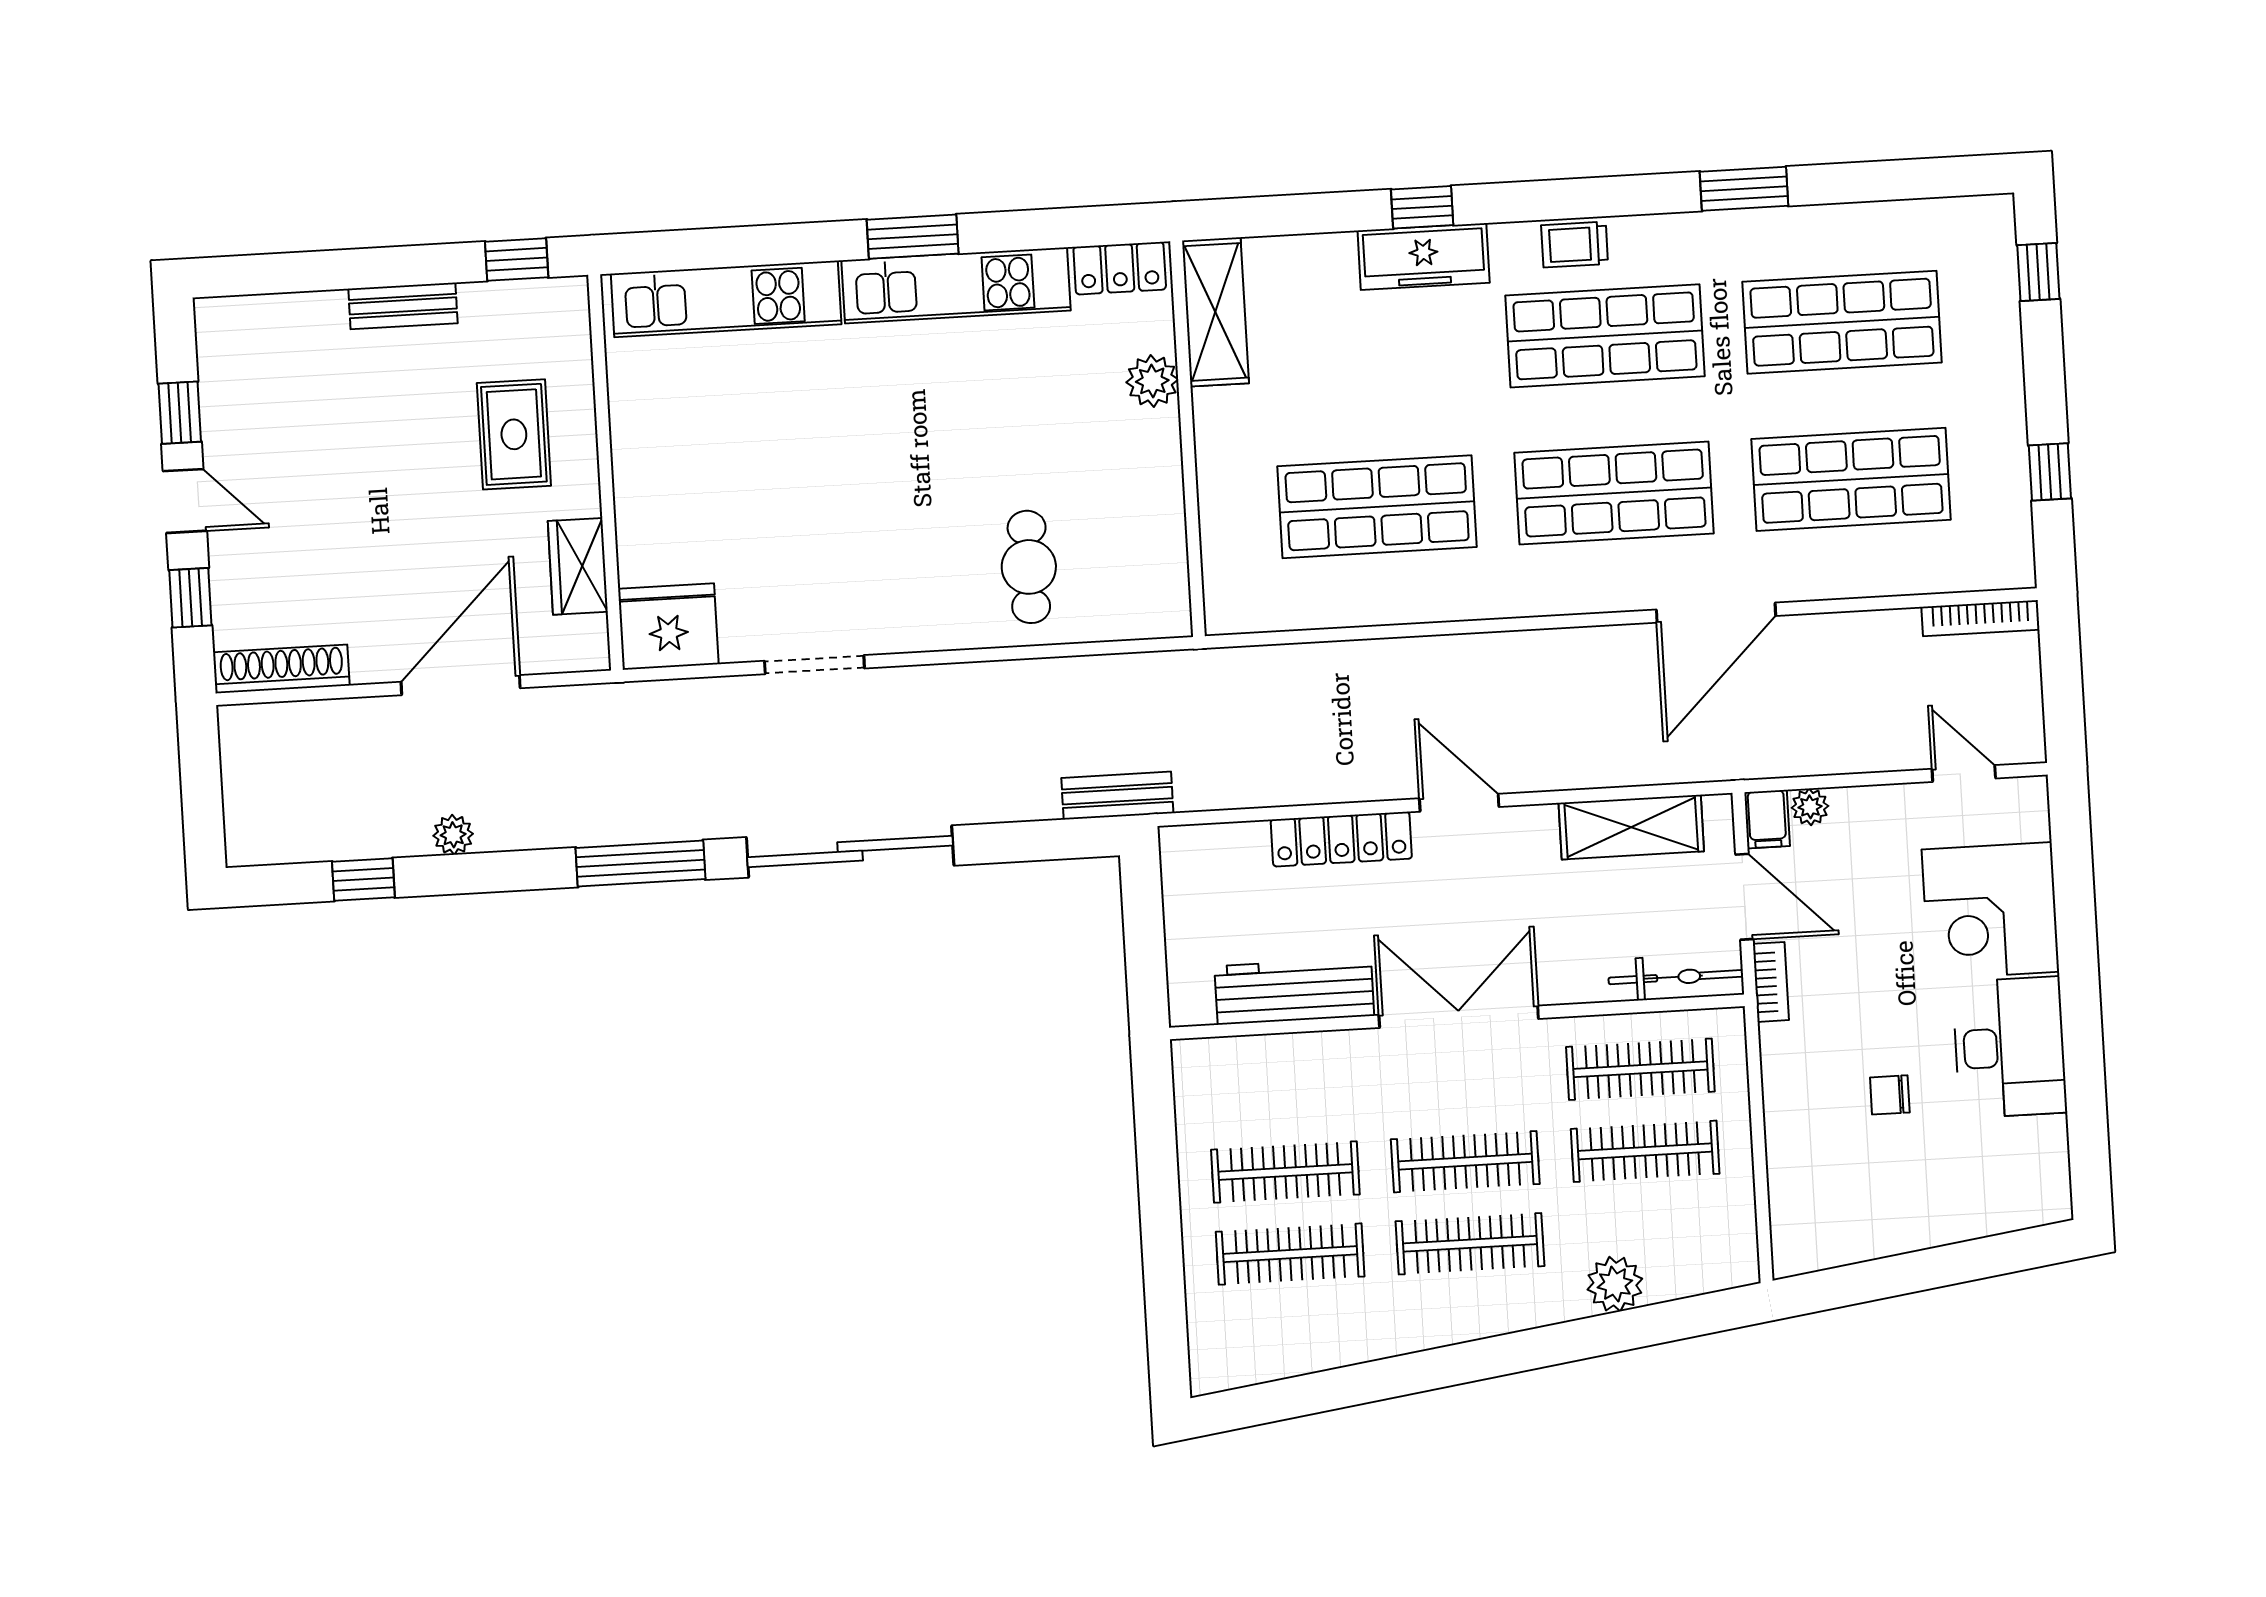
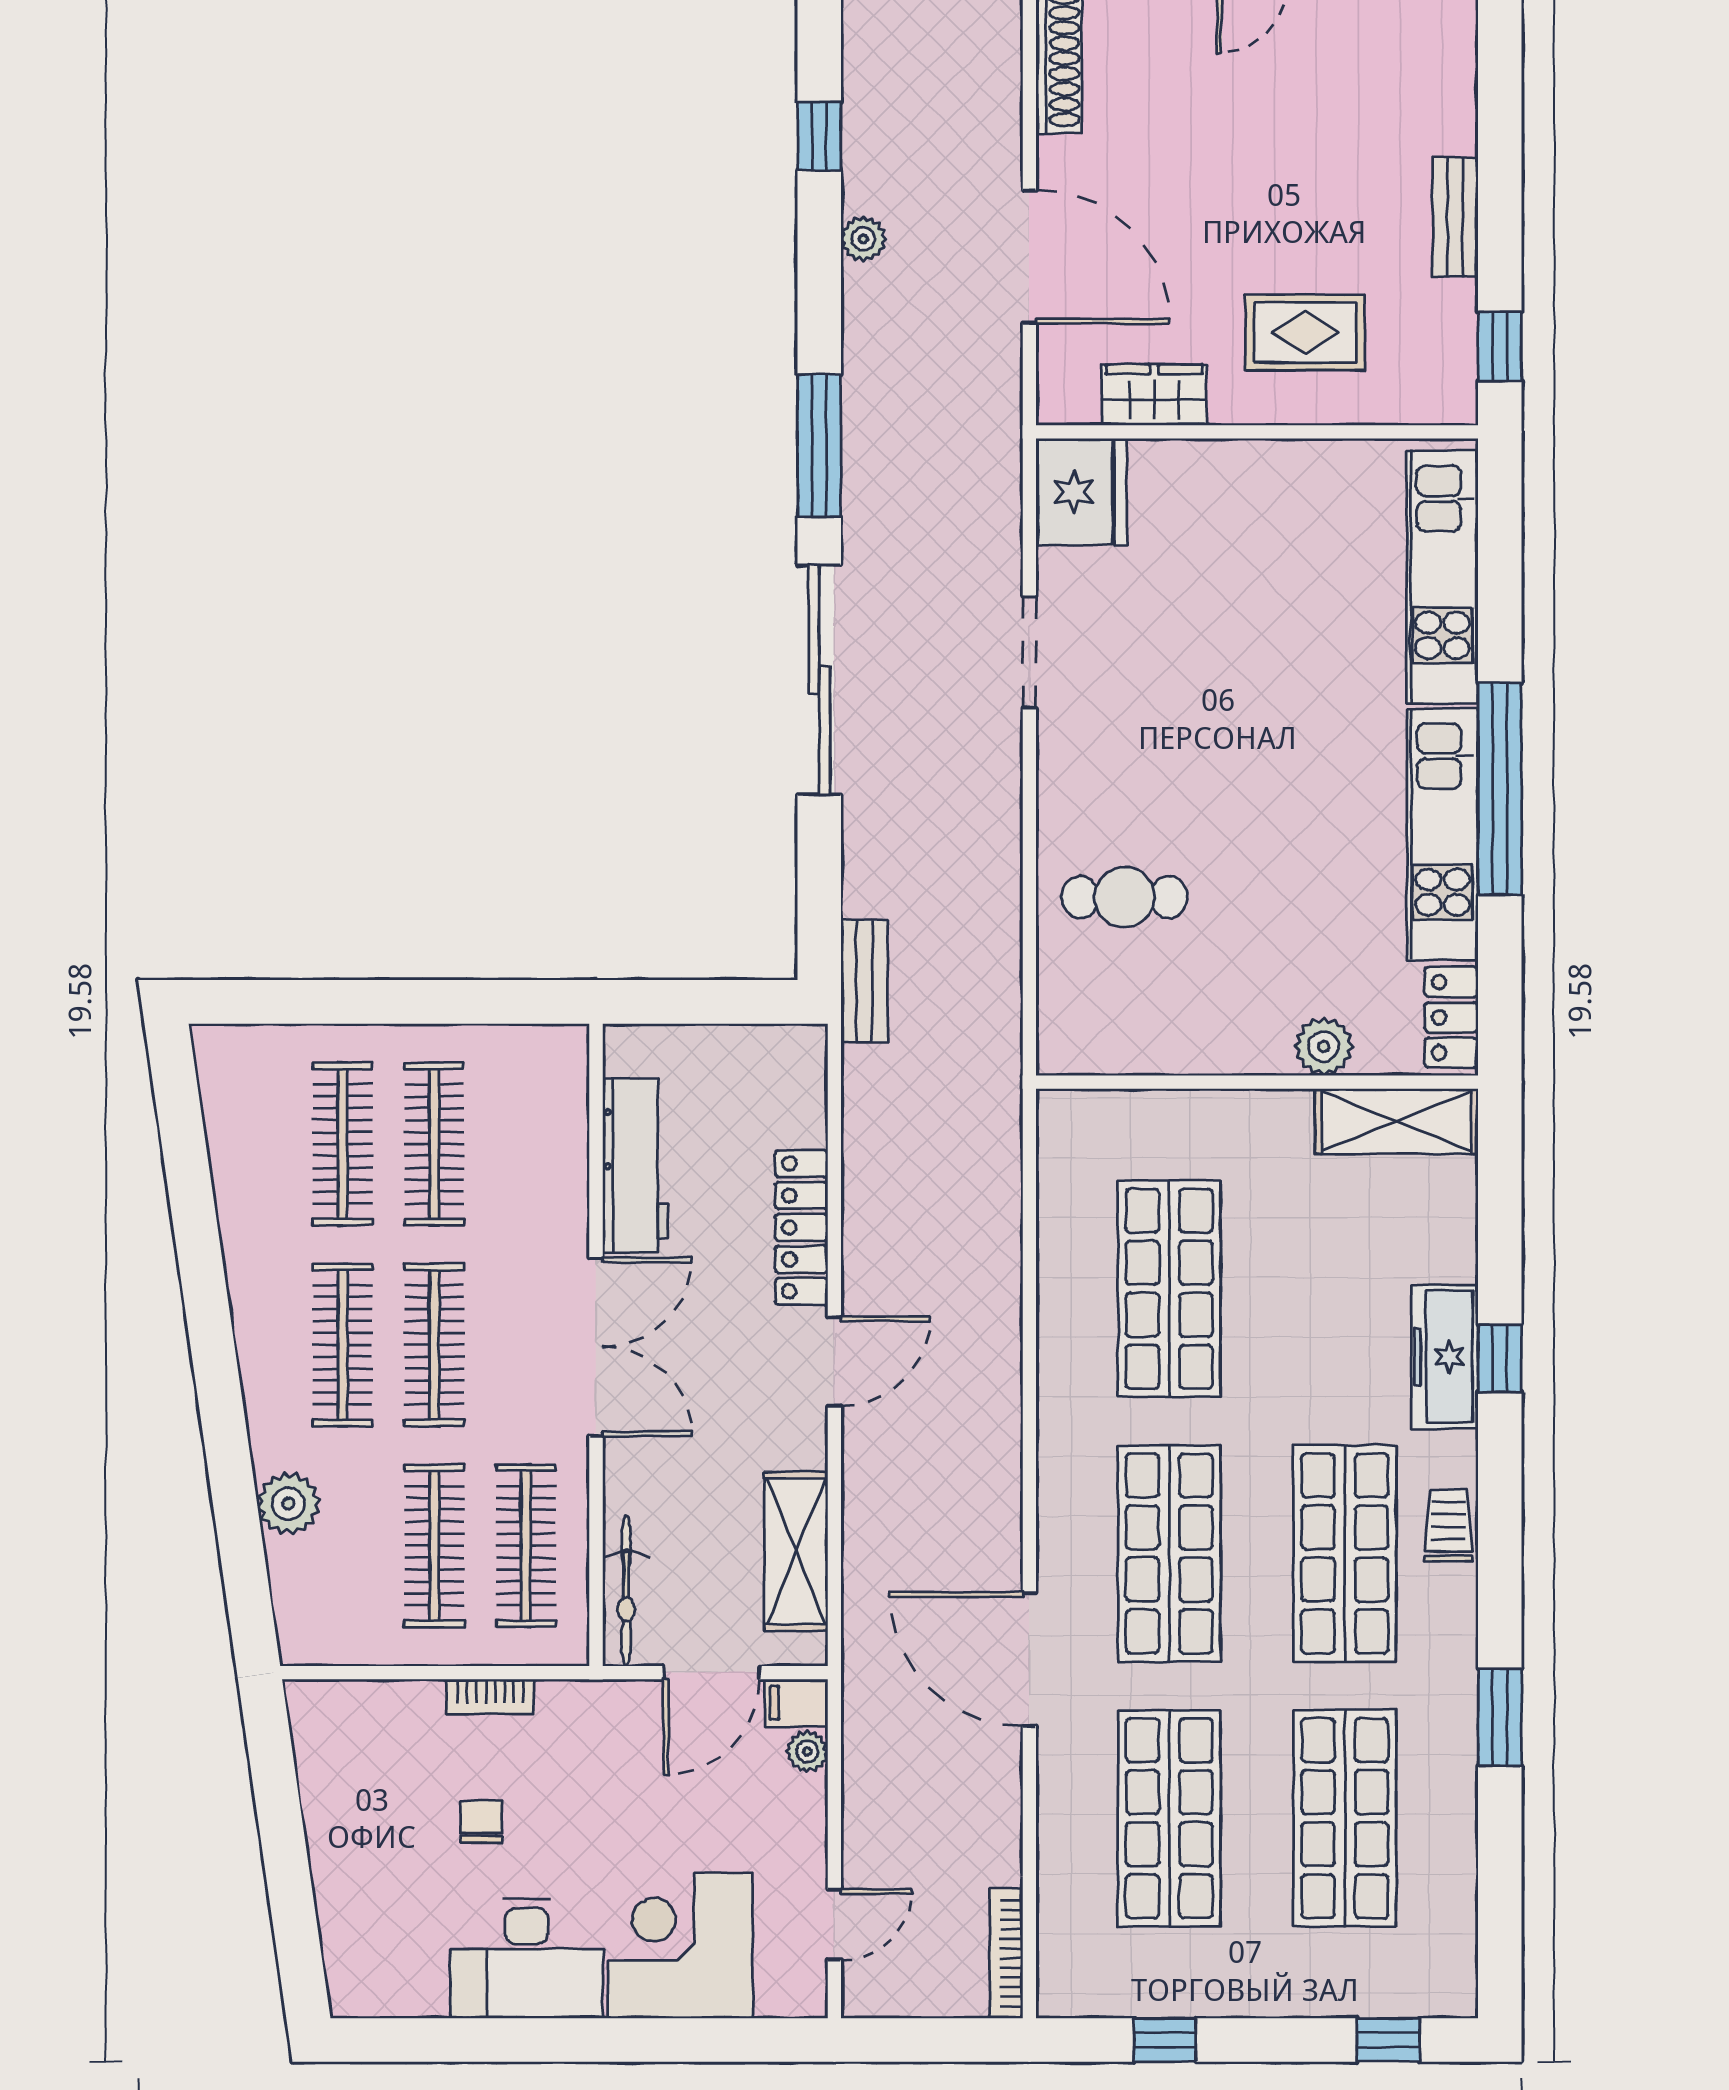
window: (913, 237) -> (1500, 789), width x2.11
bookcase: (1771, 982) -> (491, 1697), moved

